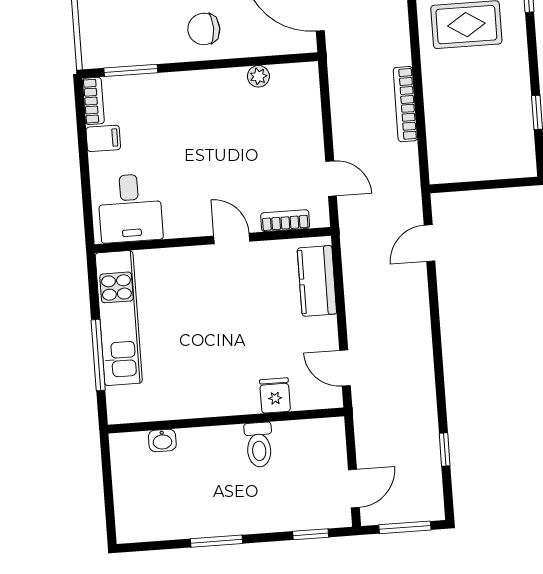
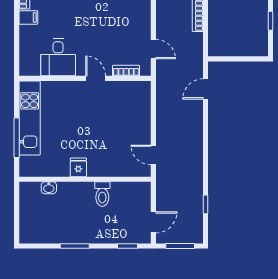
desk: (130, 208) -> (58, 57), moved
kitchen counter: (317, 281) -> (141, 105), removed
fridge: (275, 395) -> (78, 167), moved

